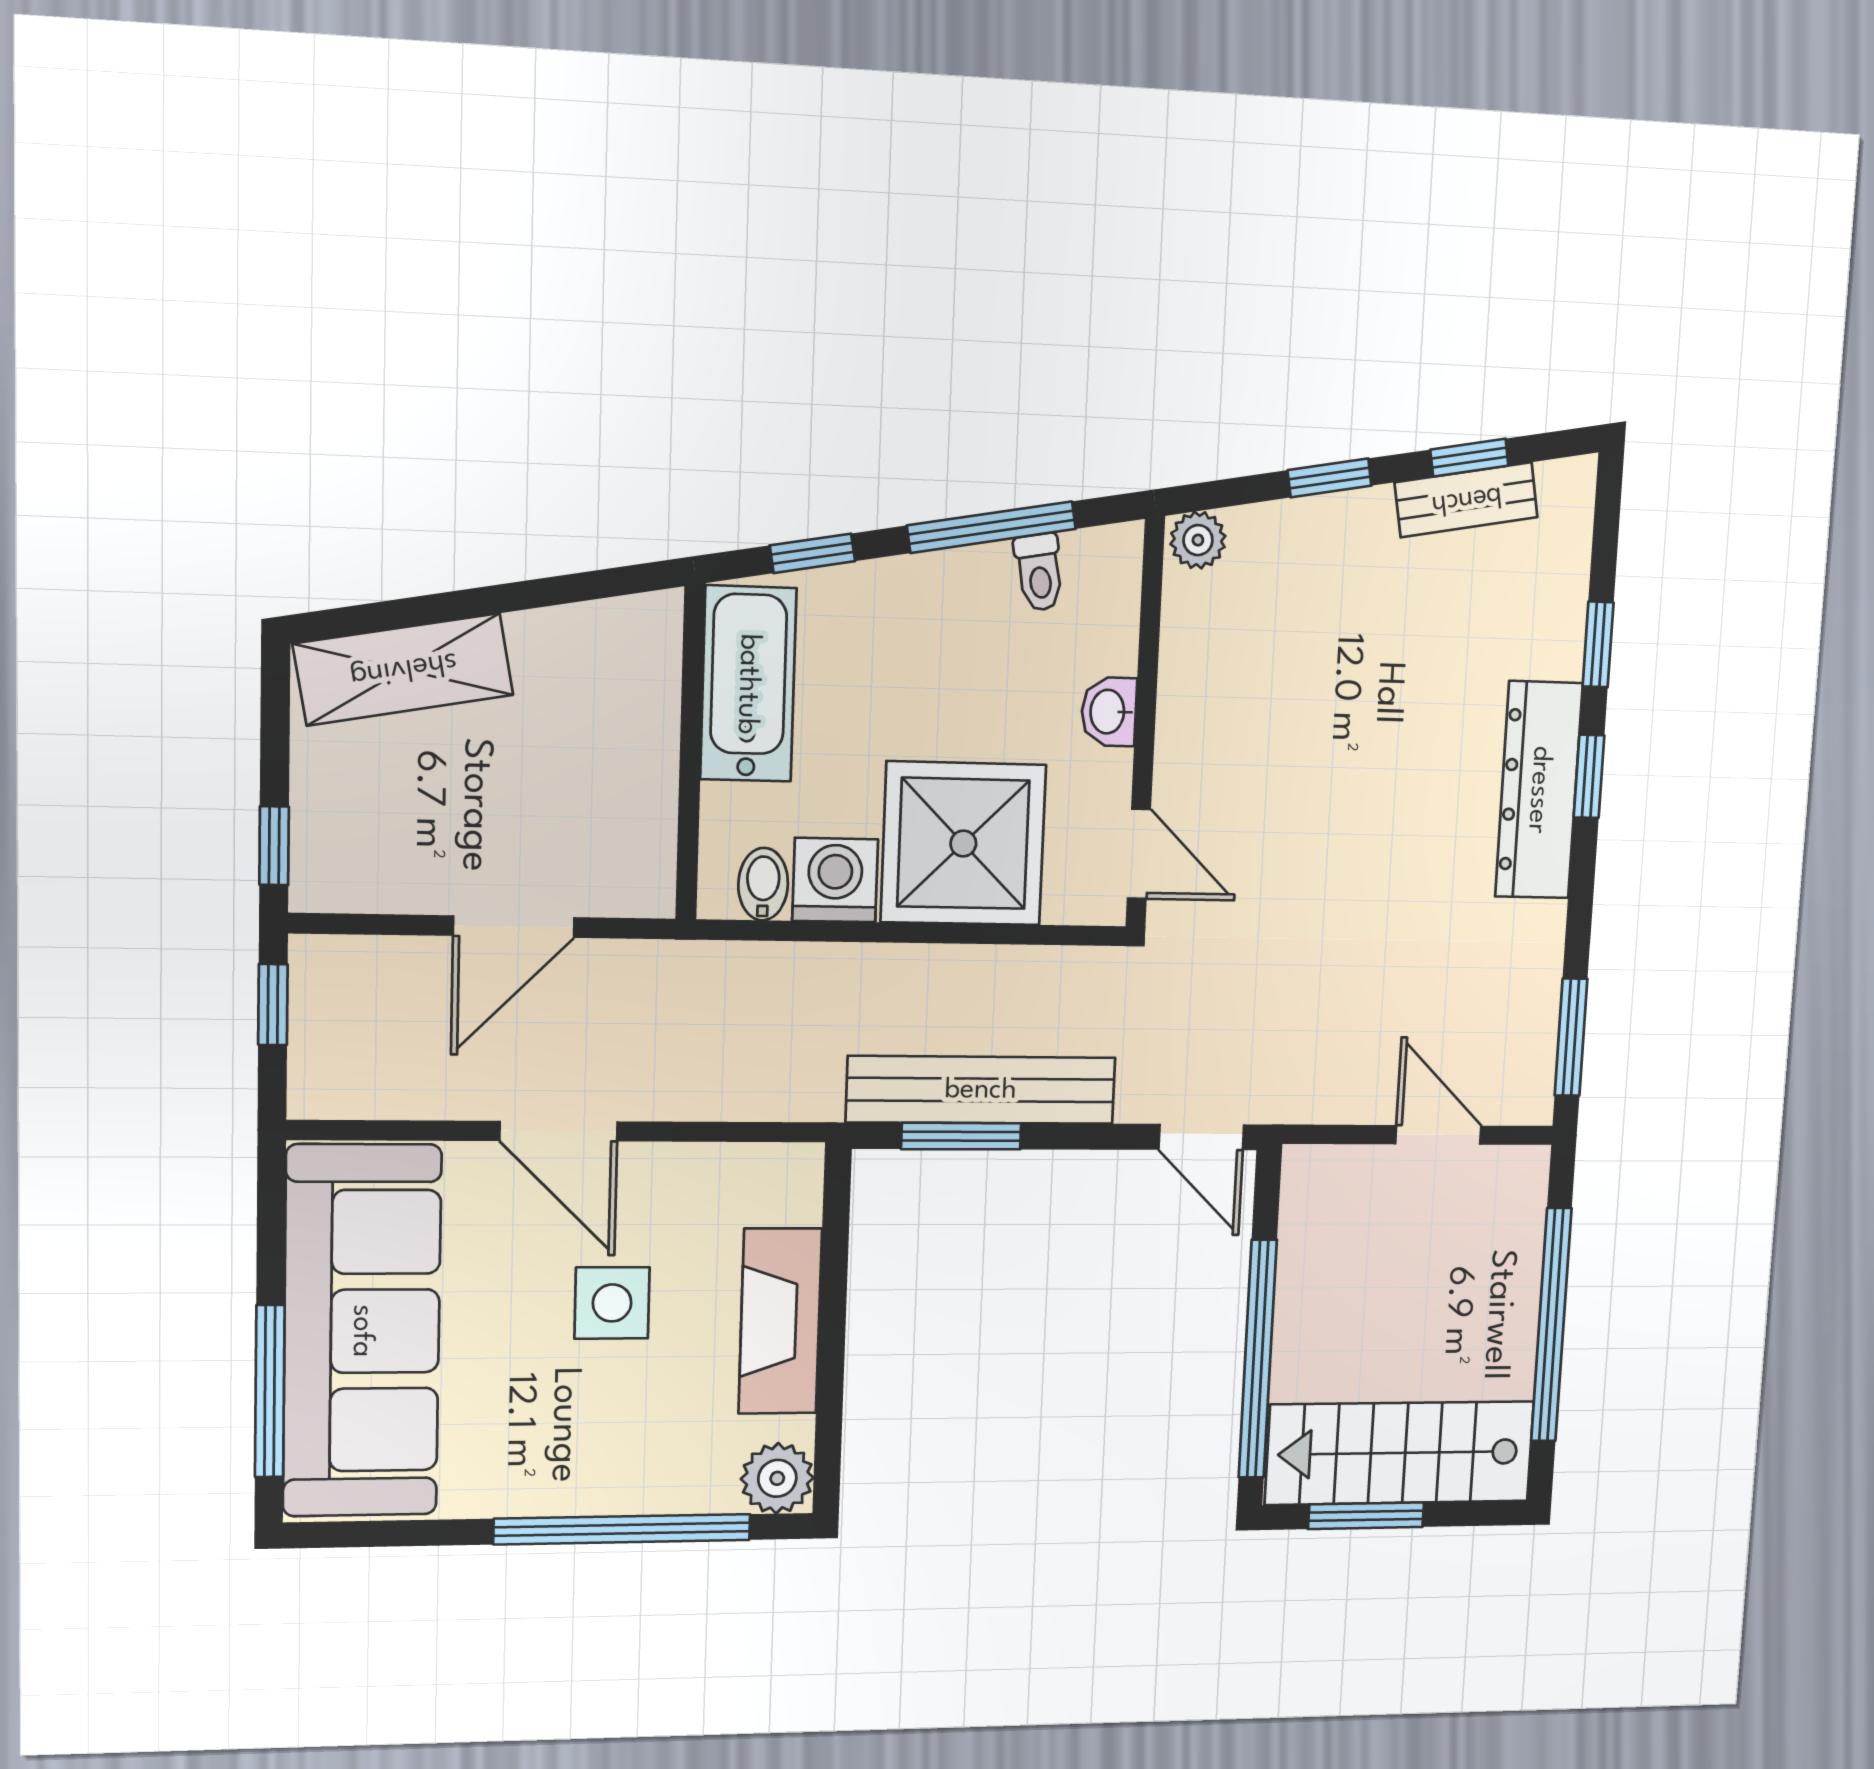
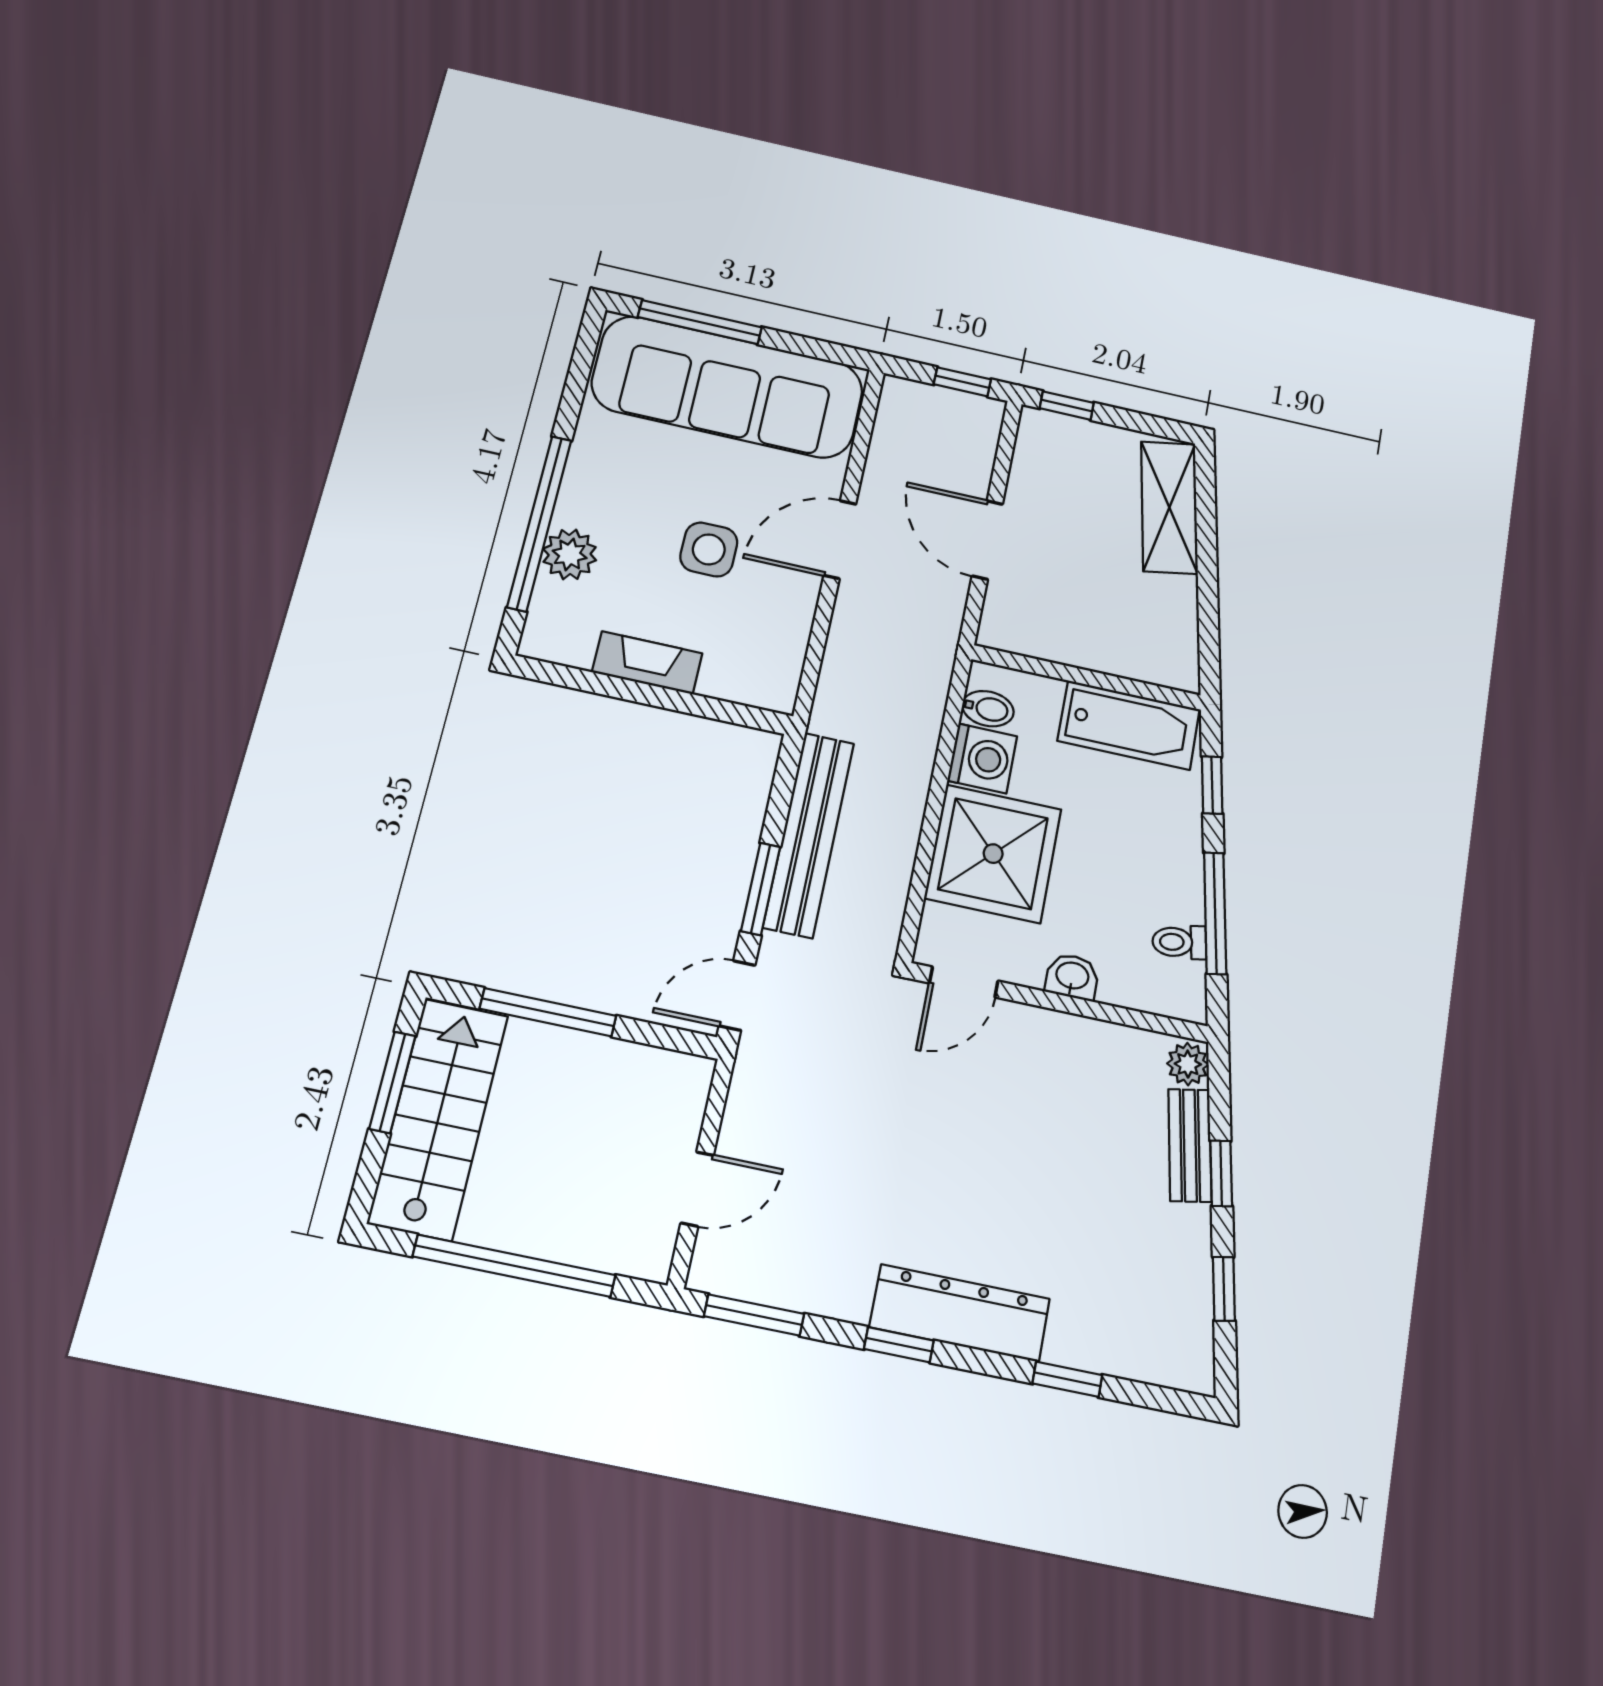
bench: (1466, 500) -> (1190, 1145), moved
window: (1589, 776) -> (899, 1345), moved
window: (961, 1136) -> (761, 889), moved
fireplace: (780, 1321) -> (647, 663), width x0.73, depth x0.76
window: (1258, 1359) -> (548, 1012), width x0.68
plant: (777, 1478) -> (570, 554), moved

